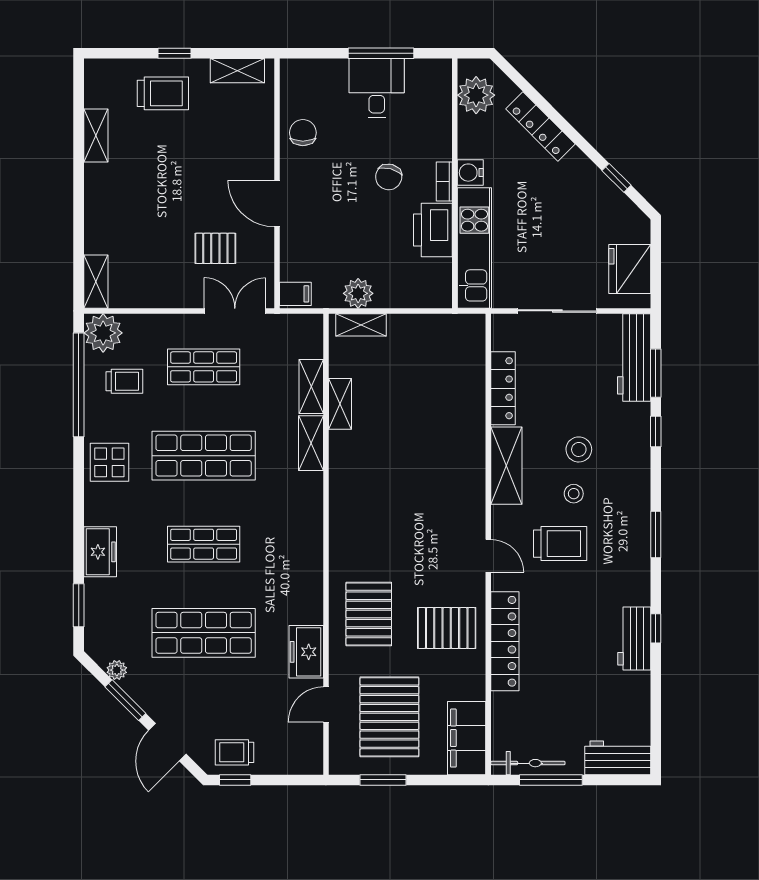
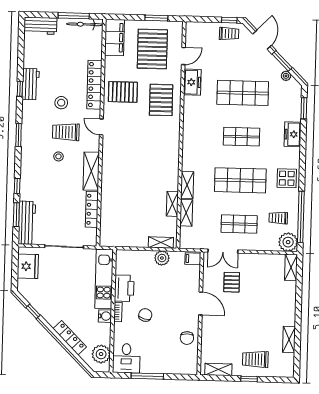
desk: (377, 88) -> (126, 358), moved
pallet: (215, 248) -> (232, 282), turned 90
stool: (579, 449) -> (61, 103), moved

